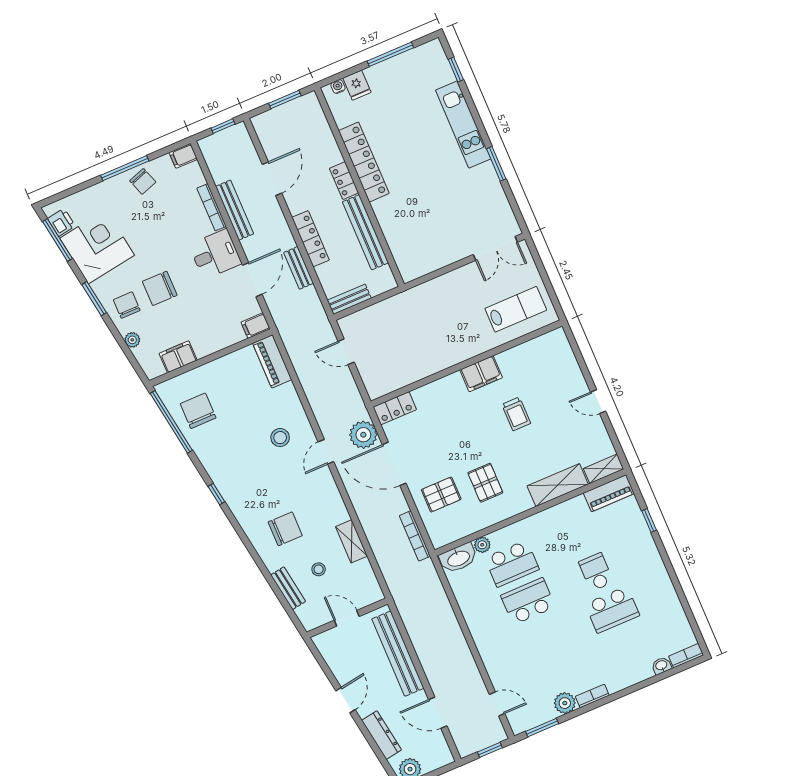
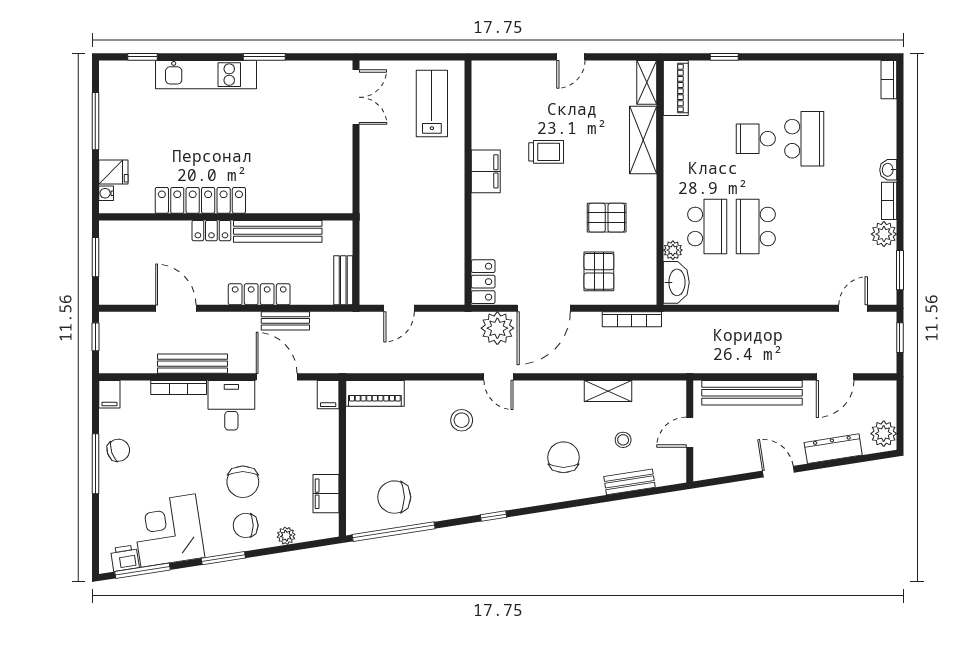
washbasin: (661, 666) -> (888, 170), moved

